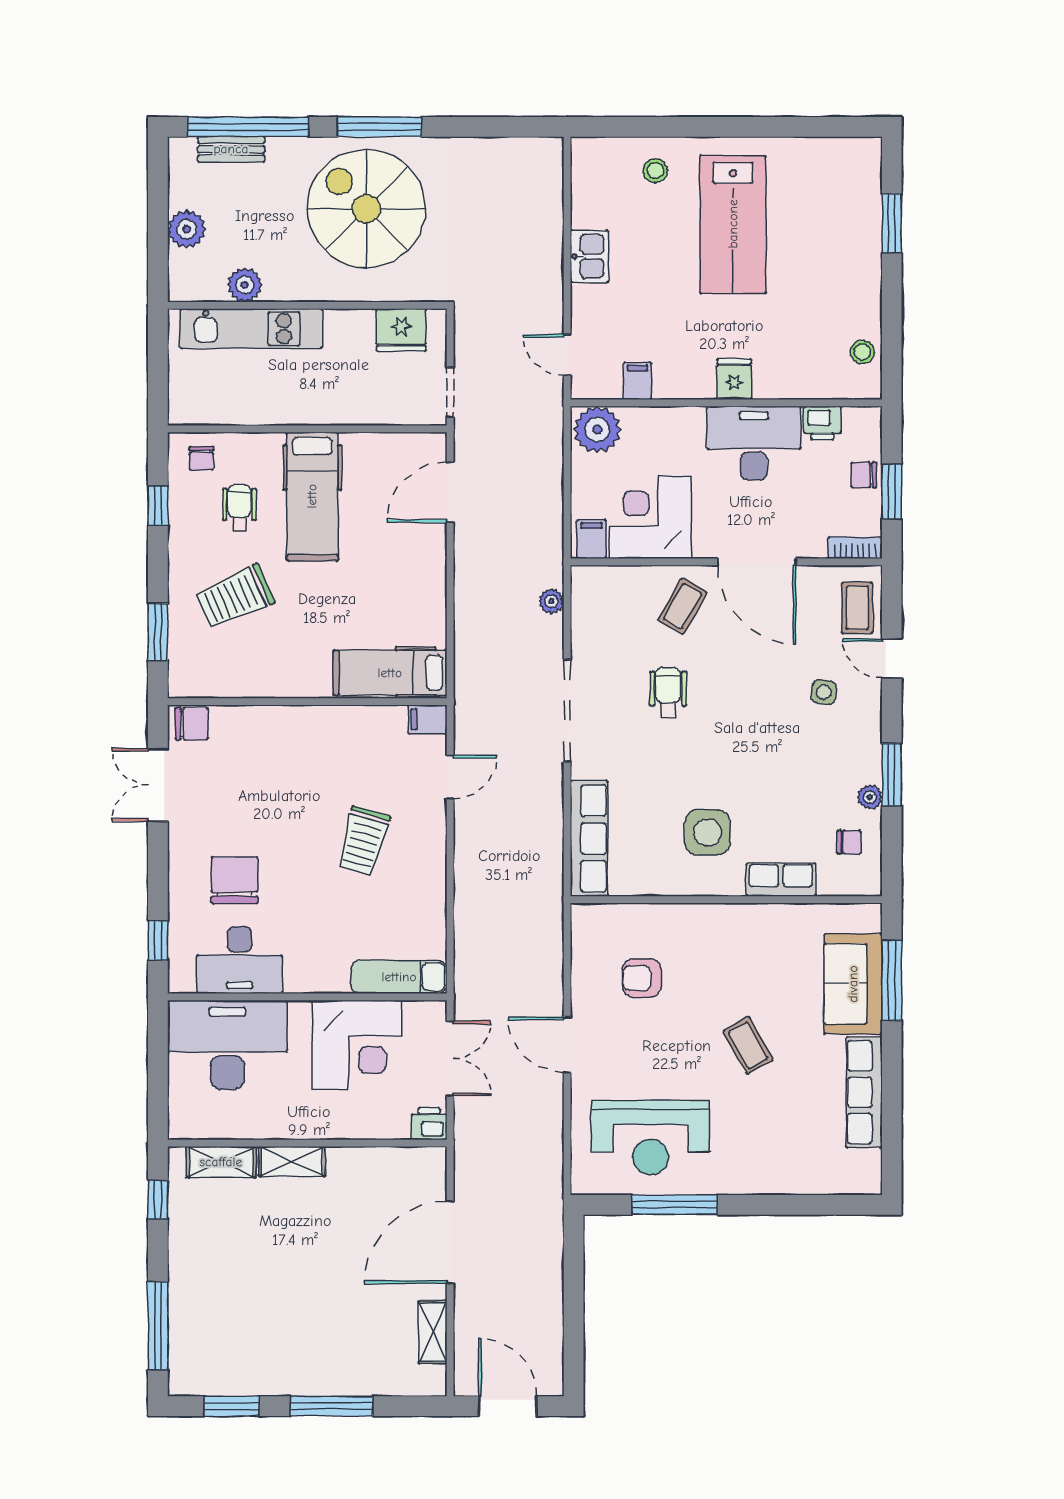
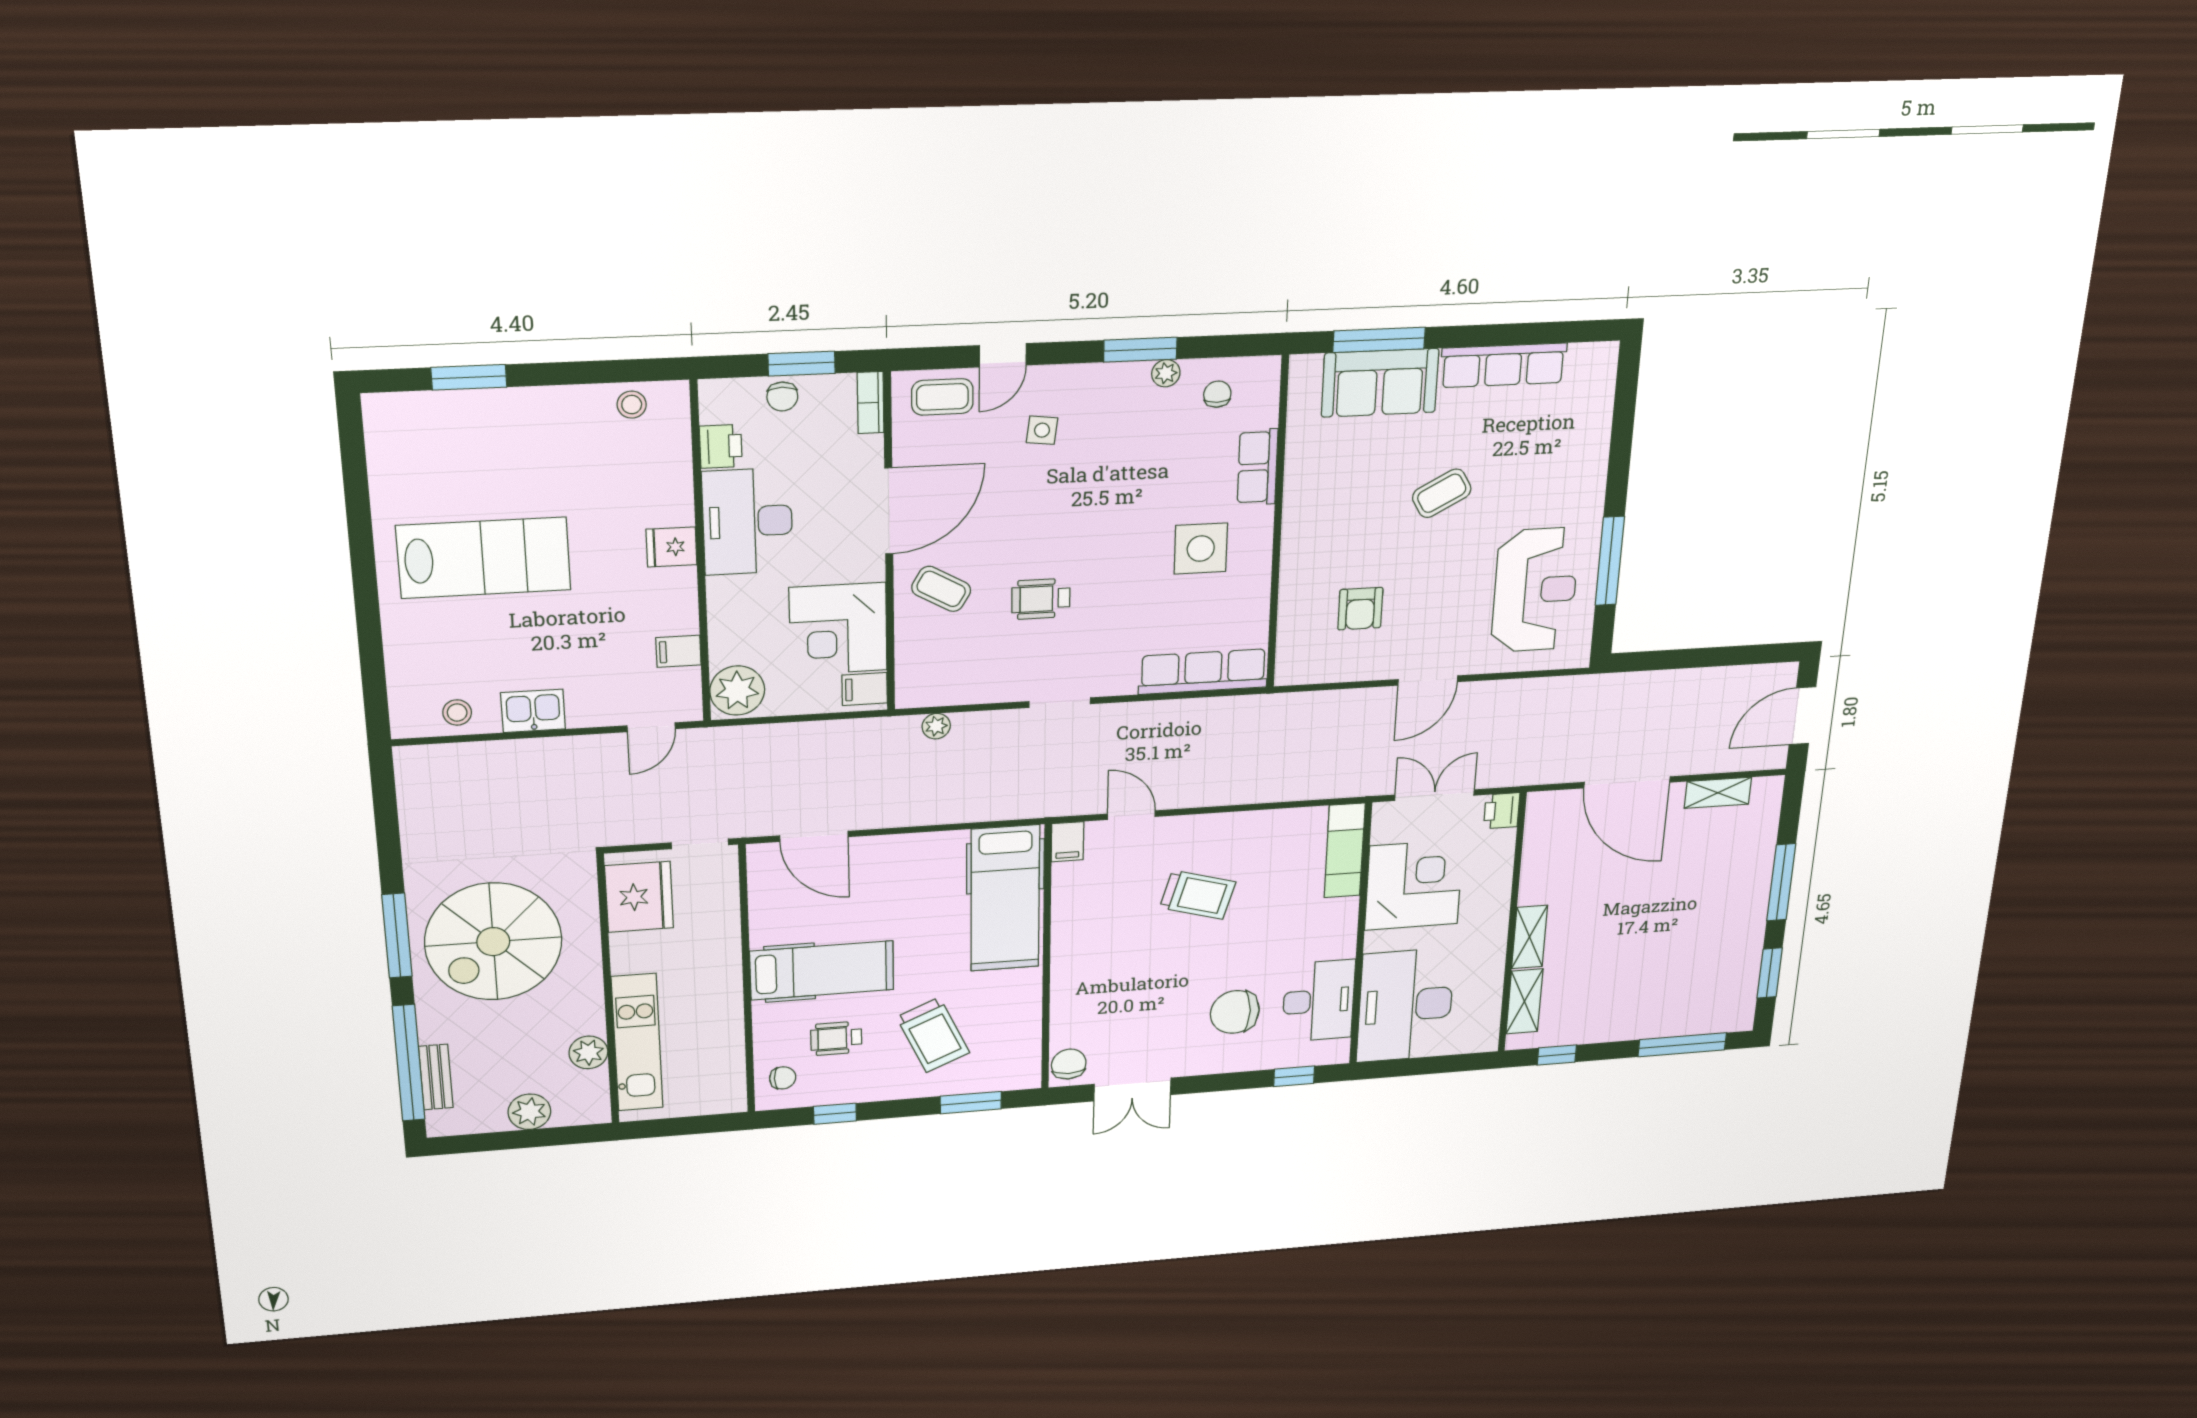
stool: (655, 171) -> (457, 712), moved
fridge: (401, 330) -> (639, 897), width x1.36, depth x1.34
hospital bed: (390, 673) -> (1005, 898), width x1.37, depth x1.29
doorway: (567, 710) -> (1060, 703), width x0.53

